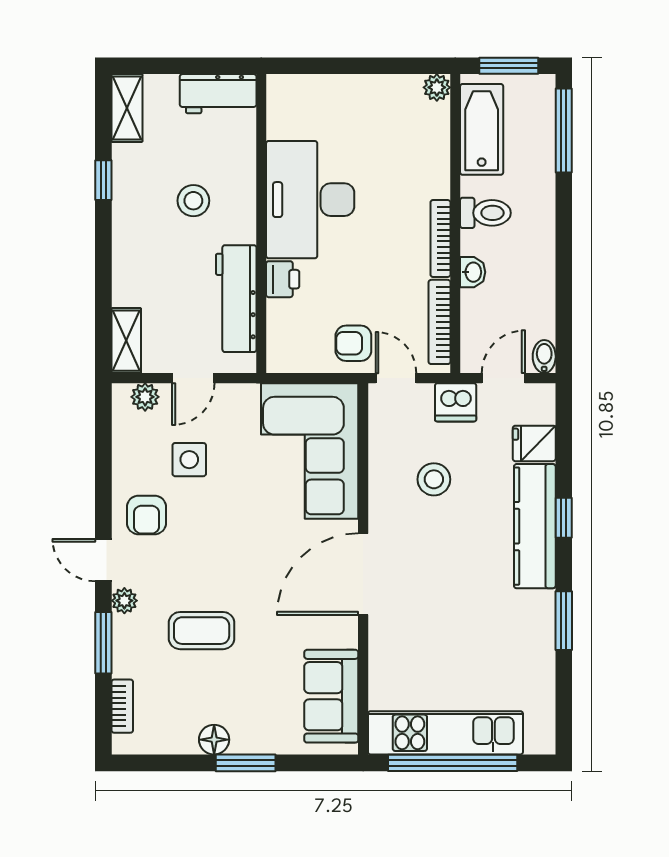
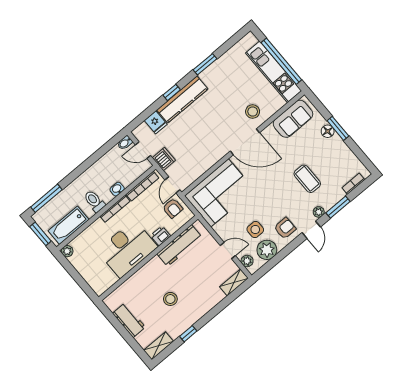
desk: (310, 200) -> (127, 249), moved
wall: (261, 224) -> (148, 258), moved
printer: (283, 279) -> (161, 236), moved
workbench: (236, 299) -> (180, 246), moved
plant: (135, 449) -> (267, 250), added
stool: (434, 479) -> (253, 112), moved
floor lamp: (214, 740) -> (328, 131), moved

